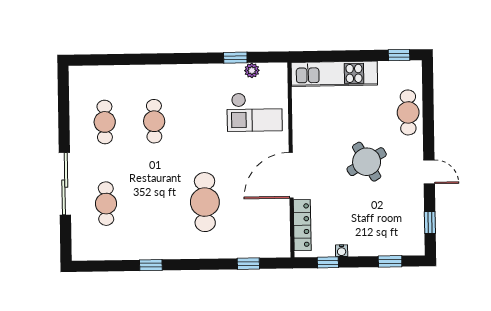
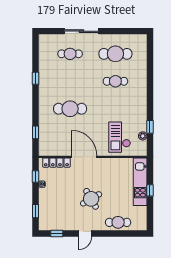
window: (399, 55) -> (150, 190), moved
cafe table: (105, 122) -> (115, 54), width x1.37, depth x1.35

